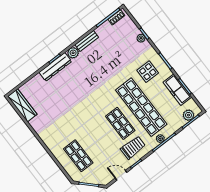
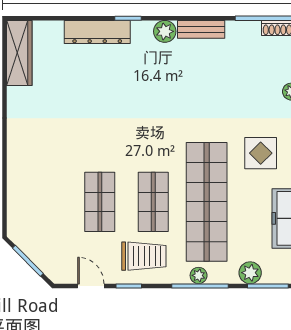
dresser: (55, 67) -> (97, 32), moved
plant: (188, 115) -> (250, 273), moved
shop shelf: (78, 156) -> (100, 202), moved

